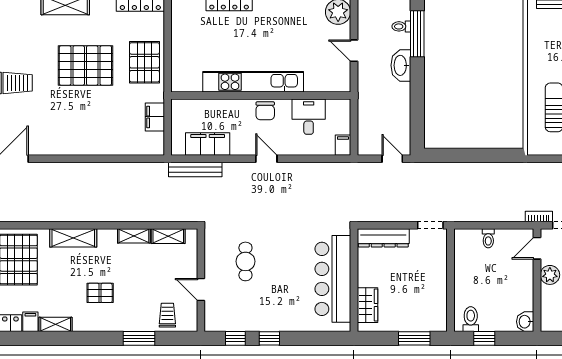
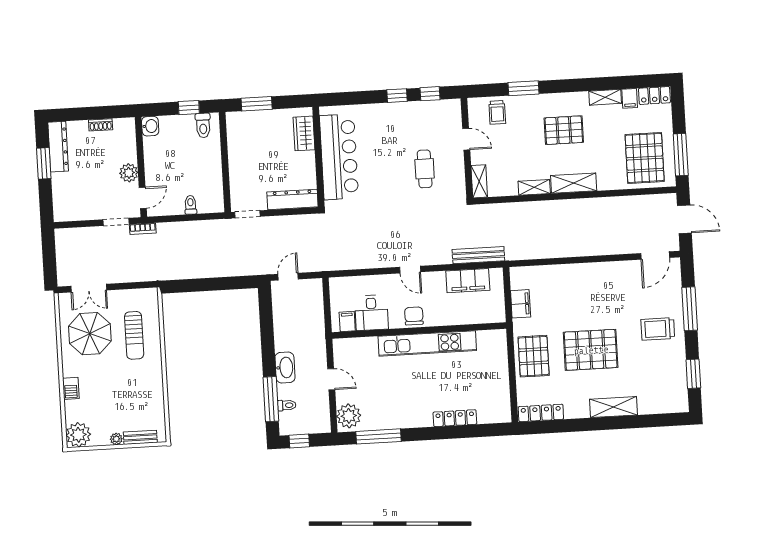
filing cabinet: (343, 145) -> (347, 322), moved, turned 180
door: (392, 159) -> (288, 277), swing flipped
shelving: (168, 236) -> (479, 181), moved, turned 90
shelving: (73, 238) -> (574, 183), moved
pallet: (100, 293) -> (564, 130), width x1.50, depth x1.42

